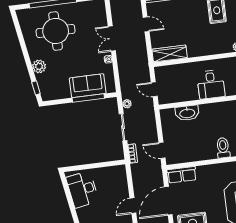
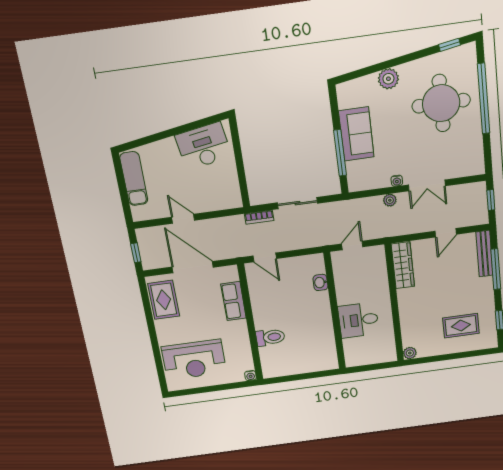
double door: (112, 39) -> (427, 185), swing flipped
sofa: (88, 86) -> (356, 134), moved
window: (36, 88) -> (449, 45), moved
plant: (127, 104) -> (390, 200), moved
washbasin: (187, 113) -> (320, 282), width x0.52, depth x0.69
door: (162, 150) -> (265, 257), swing flipped
row of seats: (182, 175) -> (234, 301), moved

